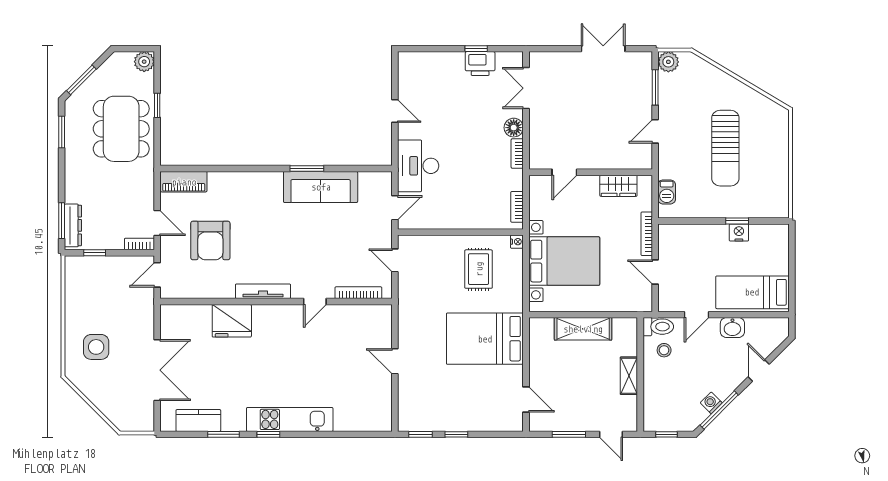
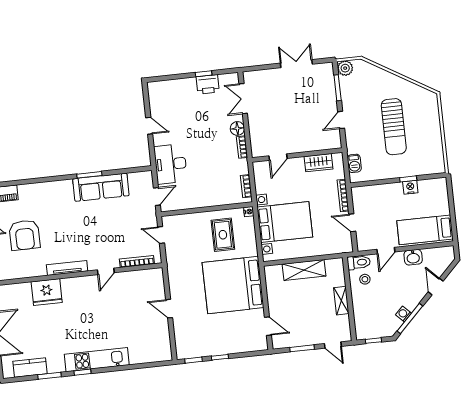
bed: (485, 339) -> (233, 285), width x1.36

